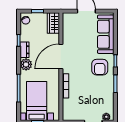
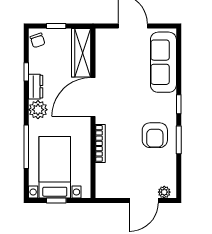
wardrobe: (53, 23) -> (81, 53), width x1.50
armchair: (100, 67) -> (155, 135), moved

